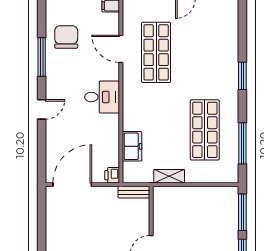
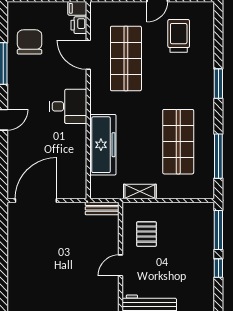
trolley: (205, 31) -> (179, 36), added
freezer: (132, 146) -> (103, 145), width x1.91, depth x1.26
printer: (112, 175) -> (79, 25), moved
pallet: (175, 216) -> (146, 234), added

